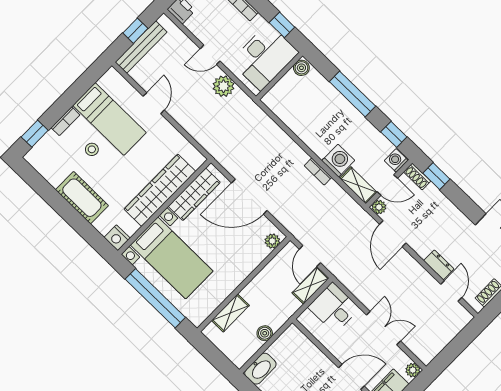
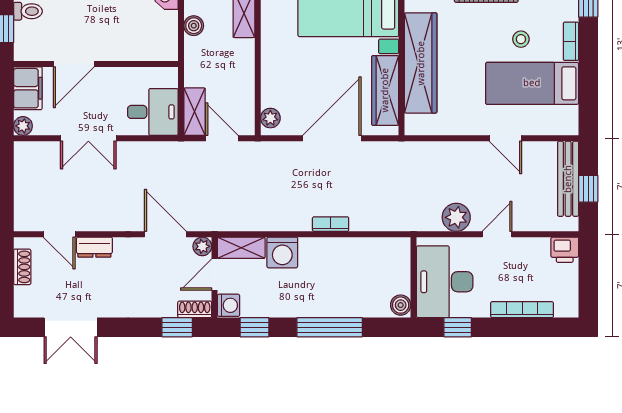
bookcase: (318, 171) -> (331, 224), moved

